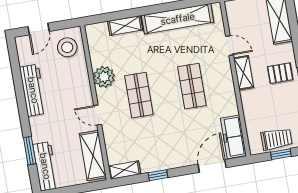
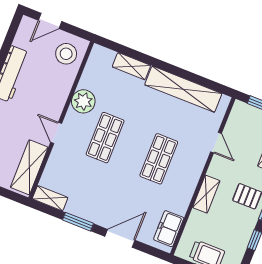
shelving: (243, 73) -> (206, 194), moved
freezer: (233, 137) -> (169, 229), width x0.71
door: (212, 166) -> (120, 238), moved
window: (158, 175) -> (78, 222), width x1.50

